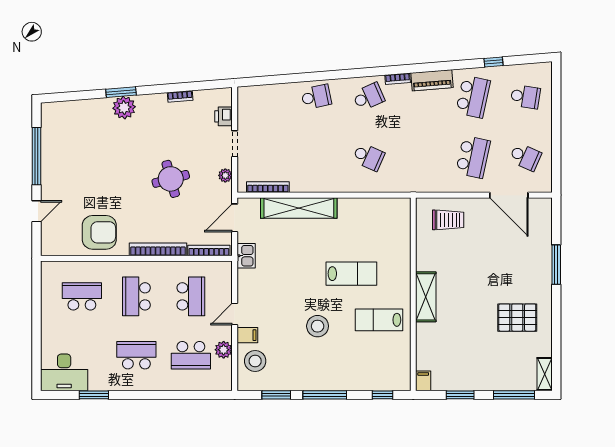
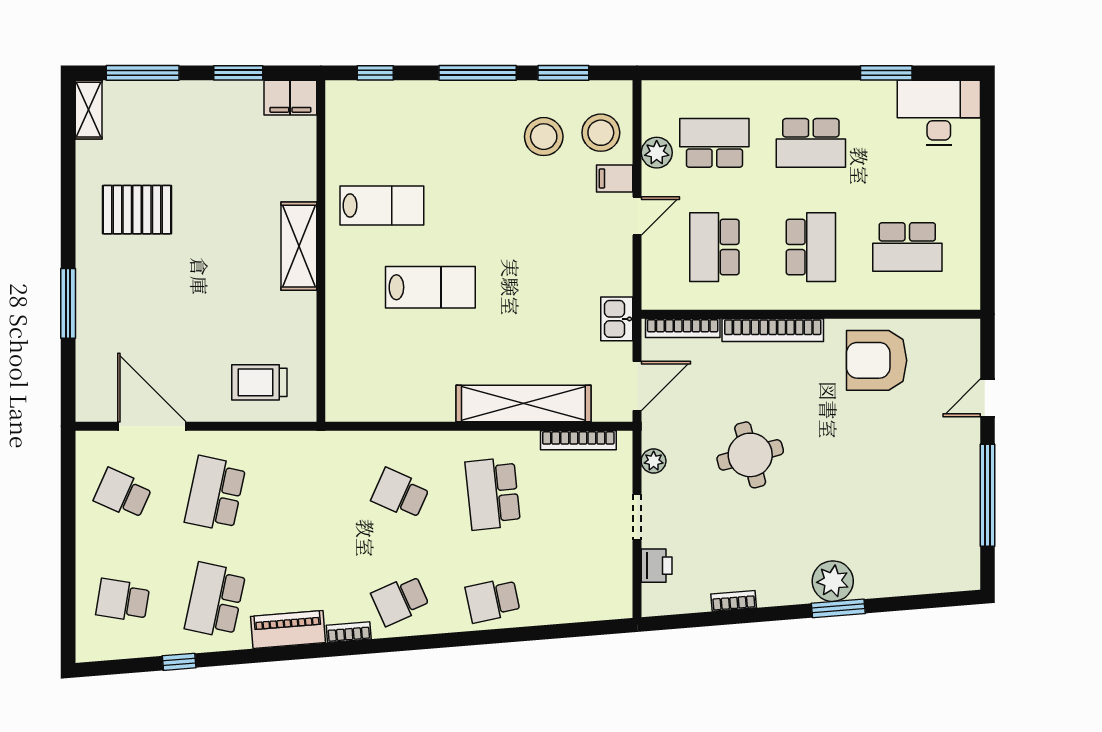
school desk: (316, 157) -> (493, 494), added
lab bench: (351, 274) -> (430, 287), turned 180
stool: (318, 326) -> (544, 137), moved
filing cabinet: (423, 381) -> (290, 98), width x2.00

